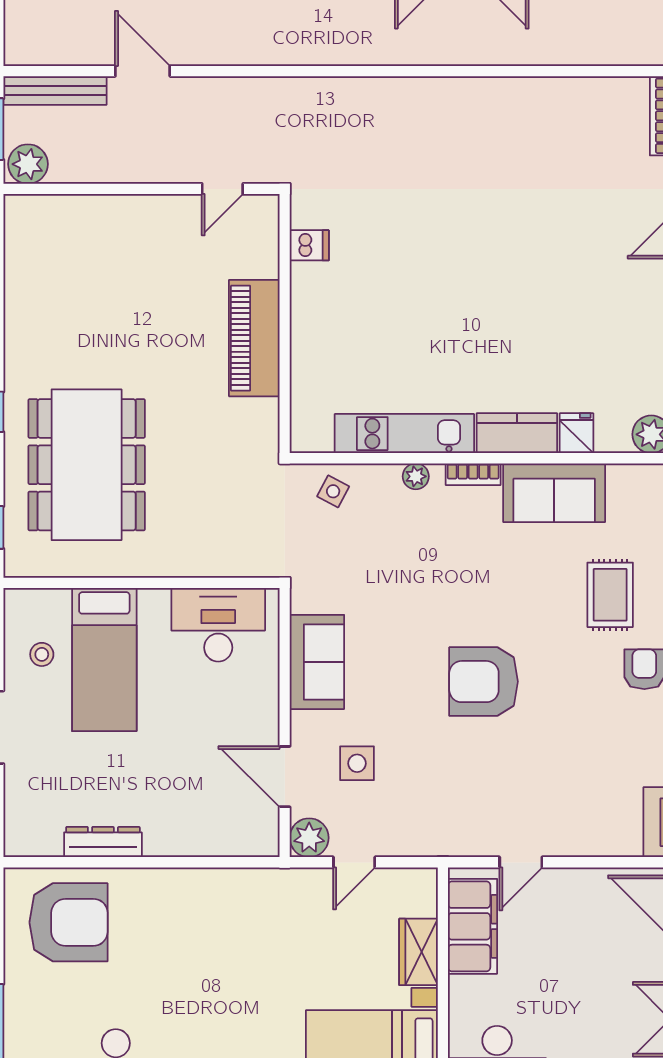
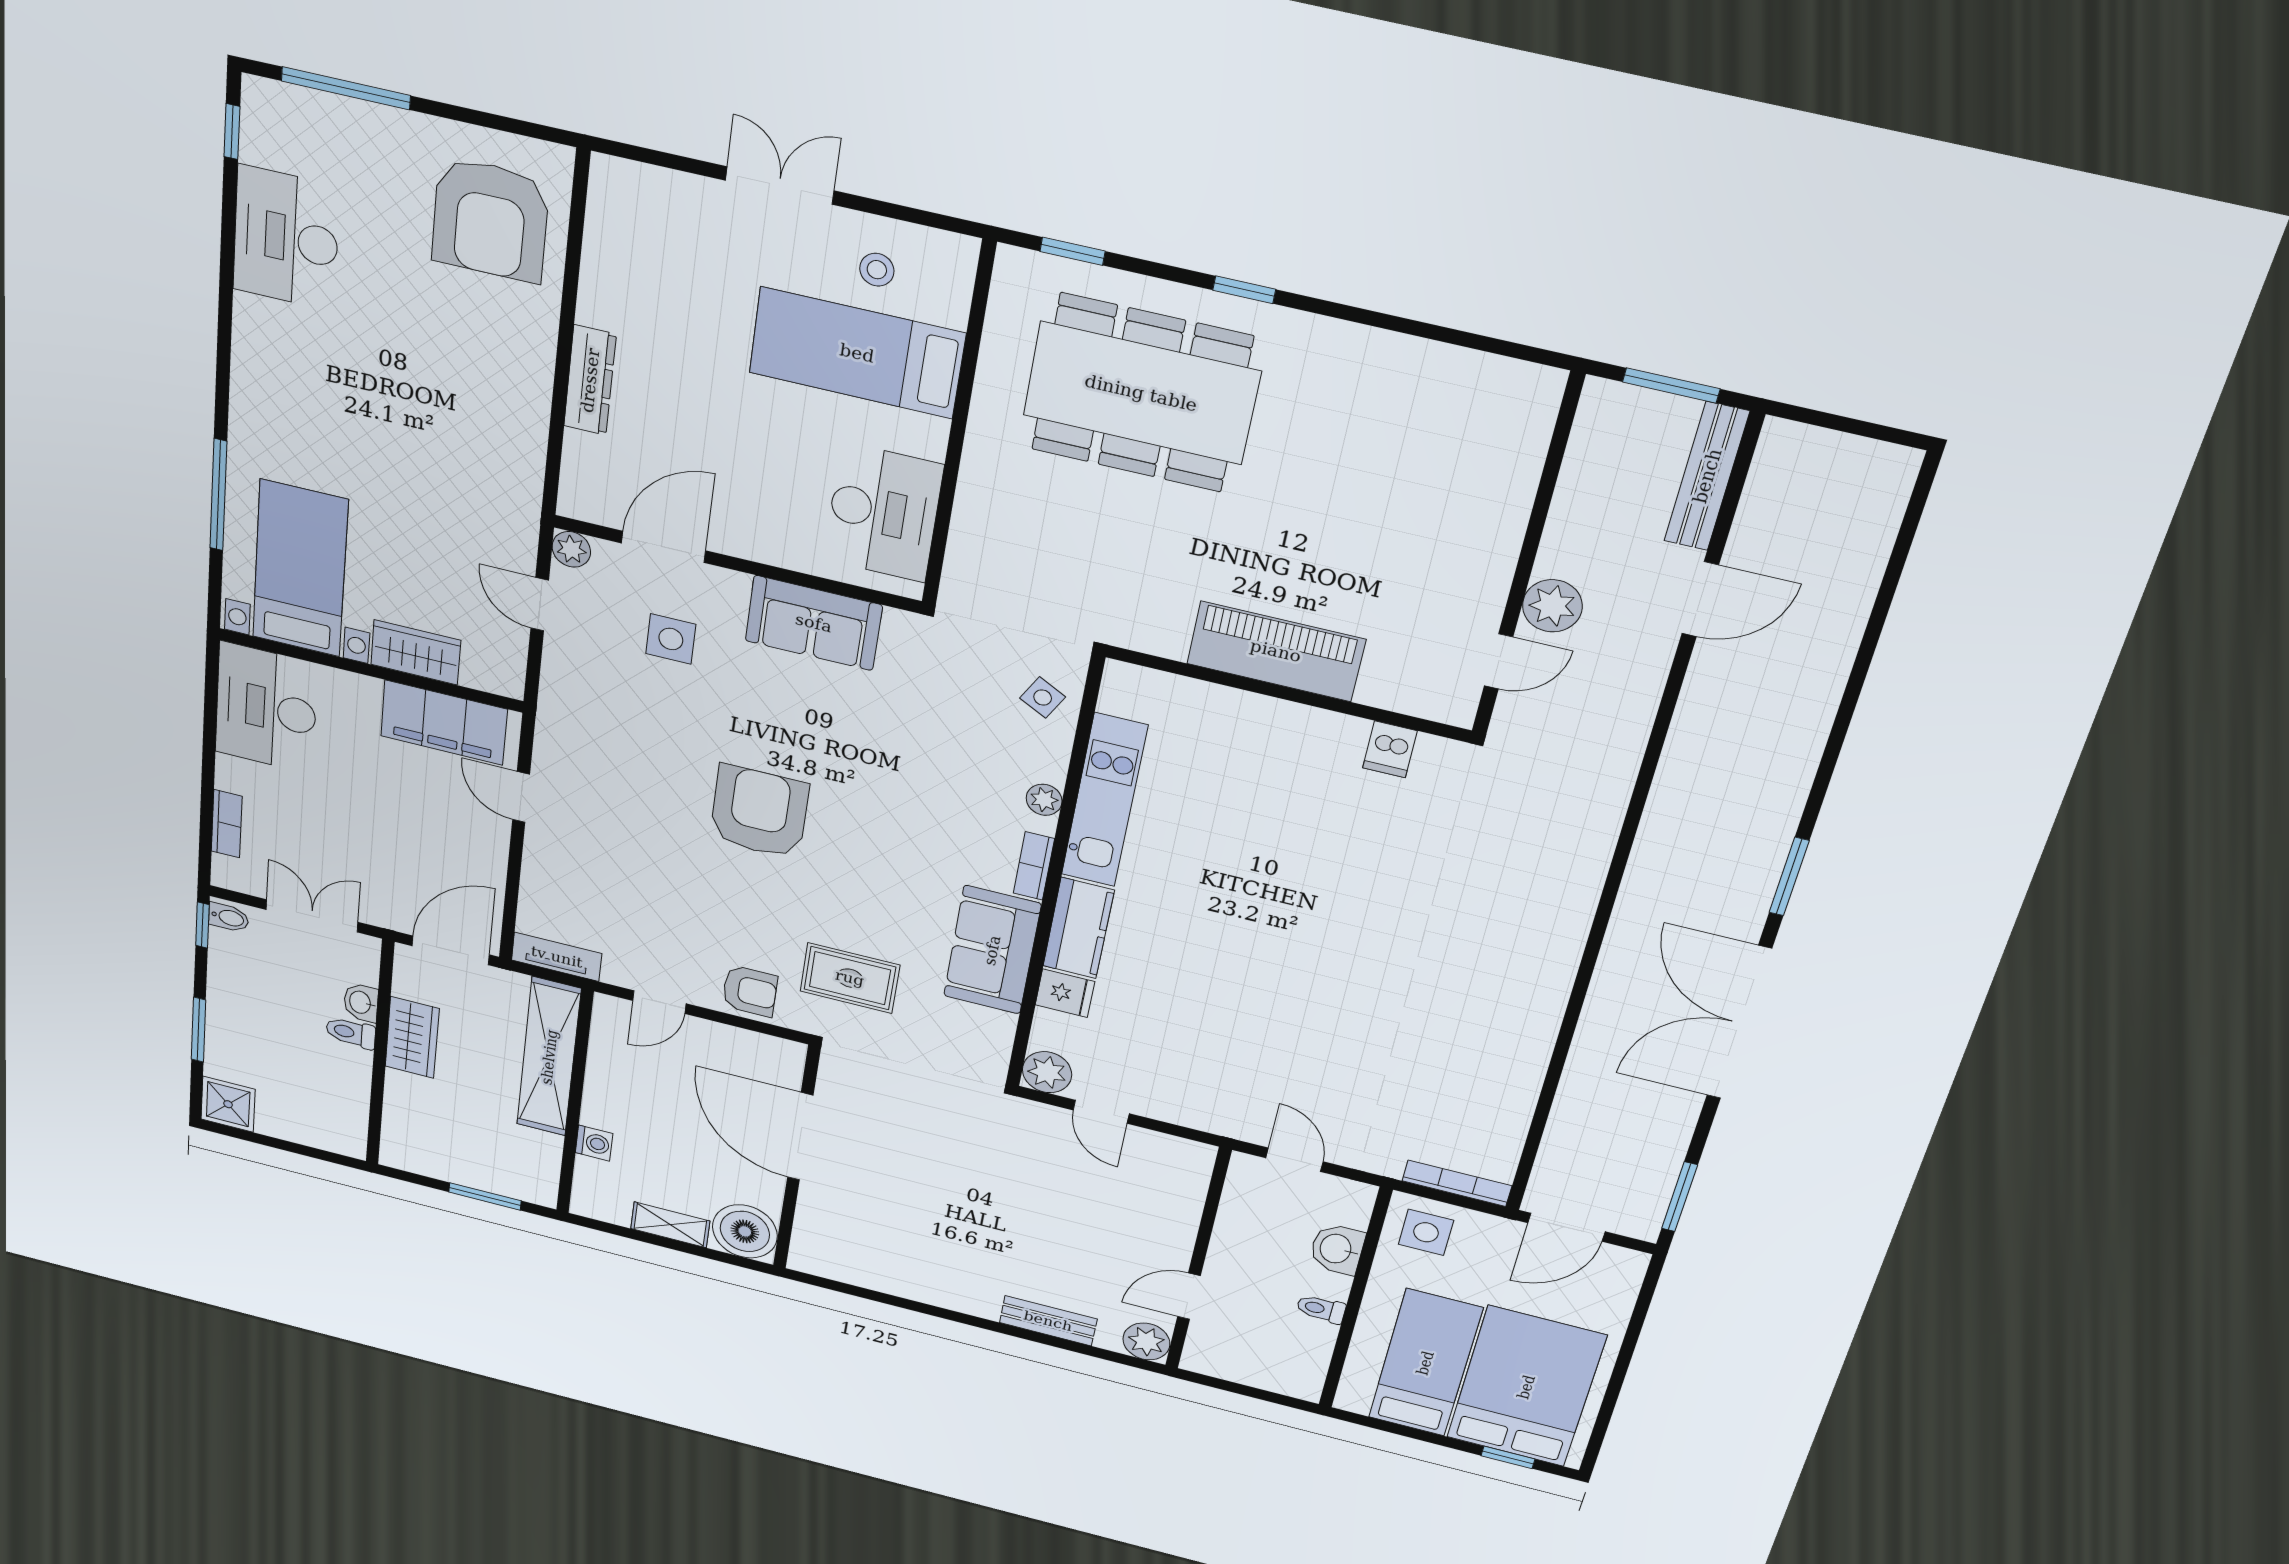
plant: (28, 164) -> (1552, 606), moved
door: (222, 189) -> (1499, 661), swing flipped
plant: (309, 838) -> (571, 549), width x0.73, depth x0.73
dresser: (103, 842) -> (590, 380), moved

